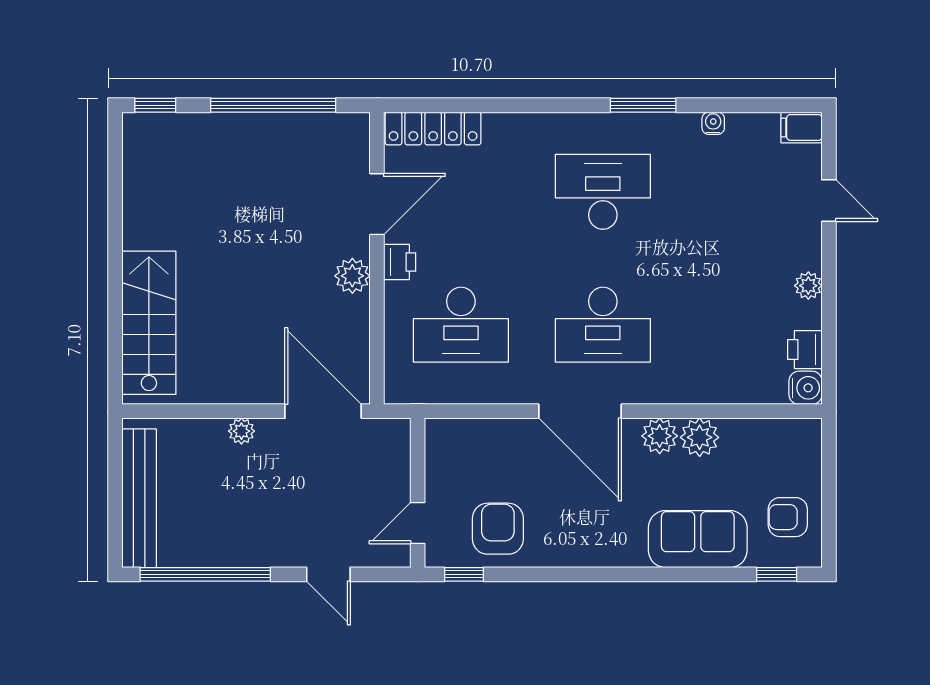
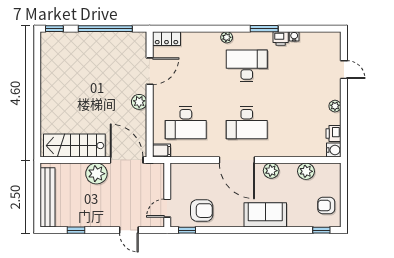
plant: (556, 125) -> (227, 37), added
locker: (433, 128) -> (167, 39), width x0.66
filing cabinet: (801, 128) -> (161, 150), moved, turned 180
printer: (400, 262) -> (281, 38), moved, turned 90
stairs: (149, 323) -> (74, 146), moved, turned -90
plant: (241, 431) -> (96, 174), width x1.88, depth x1.88
plant: (700, 437) -> (306, 171), moved
armchair: (498, 529) -> (202, 211), turned 90
sofa: (698, 539) -> (265, 215), moved
window: (205, 574) -> (76, 230), width x0.32

